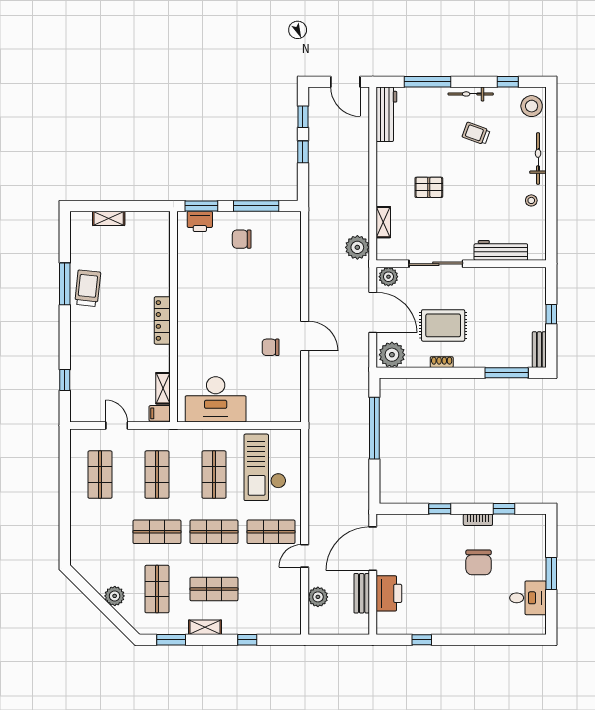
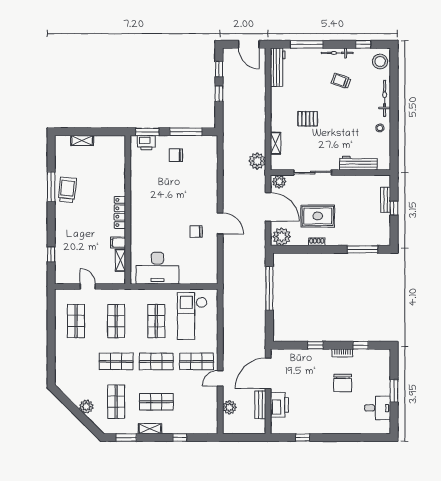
bench: (539, 350) -> (386, 200), moved
filing cabinet: (160, 413) -> (118, 243), moved

